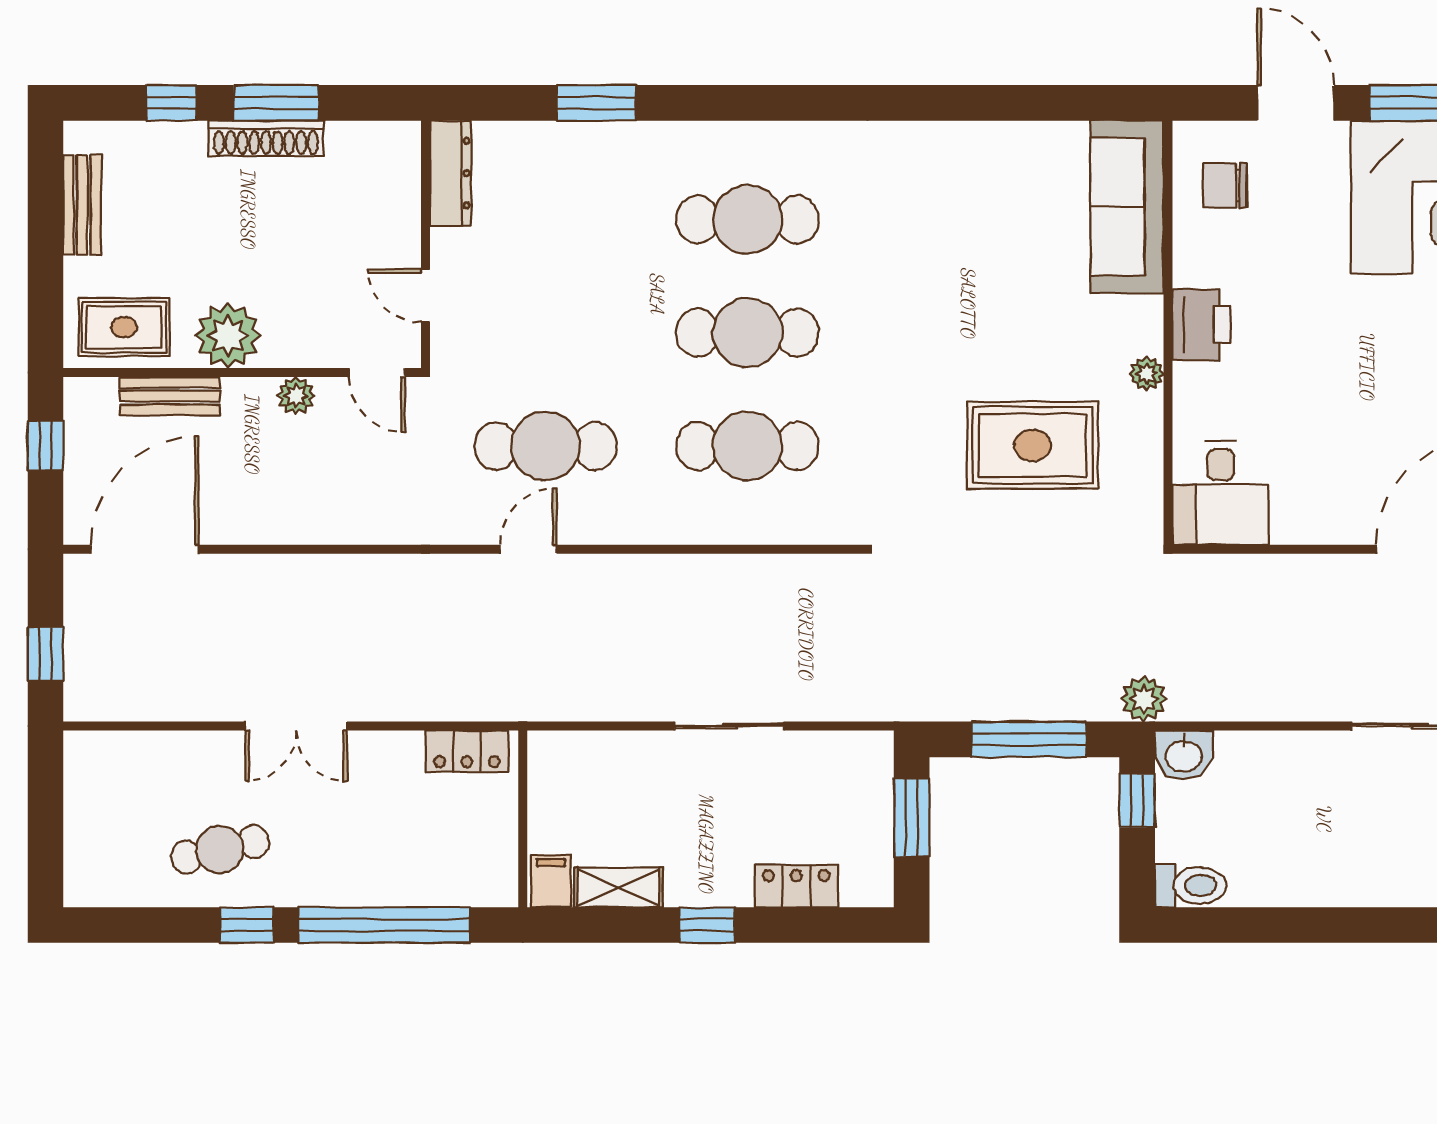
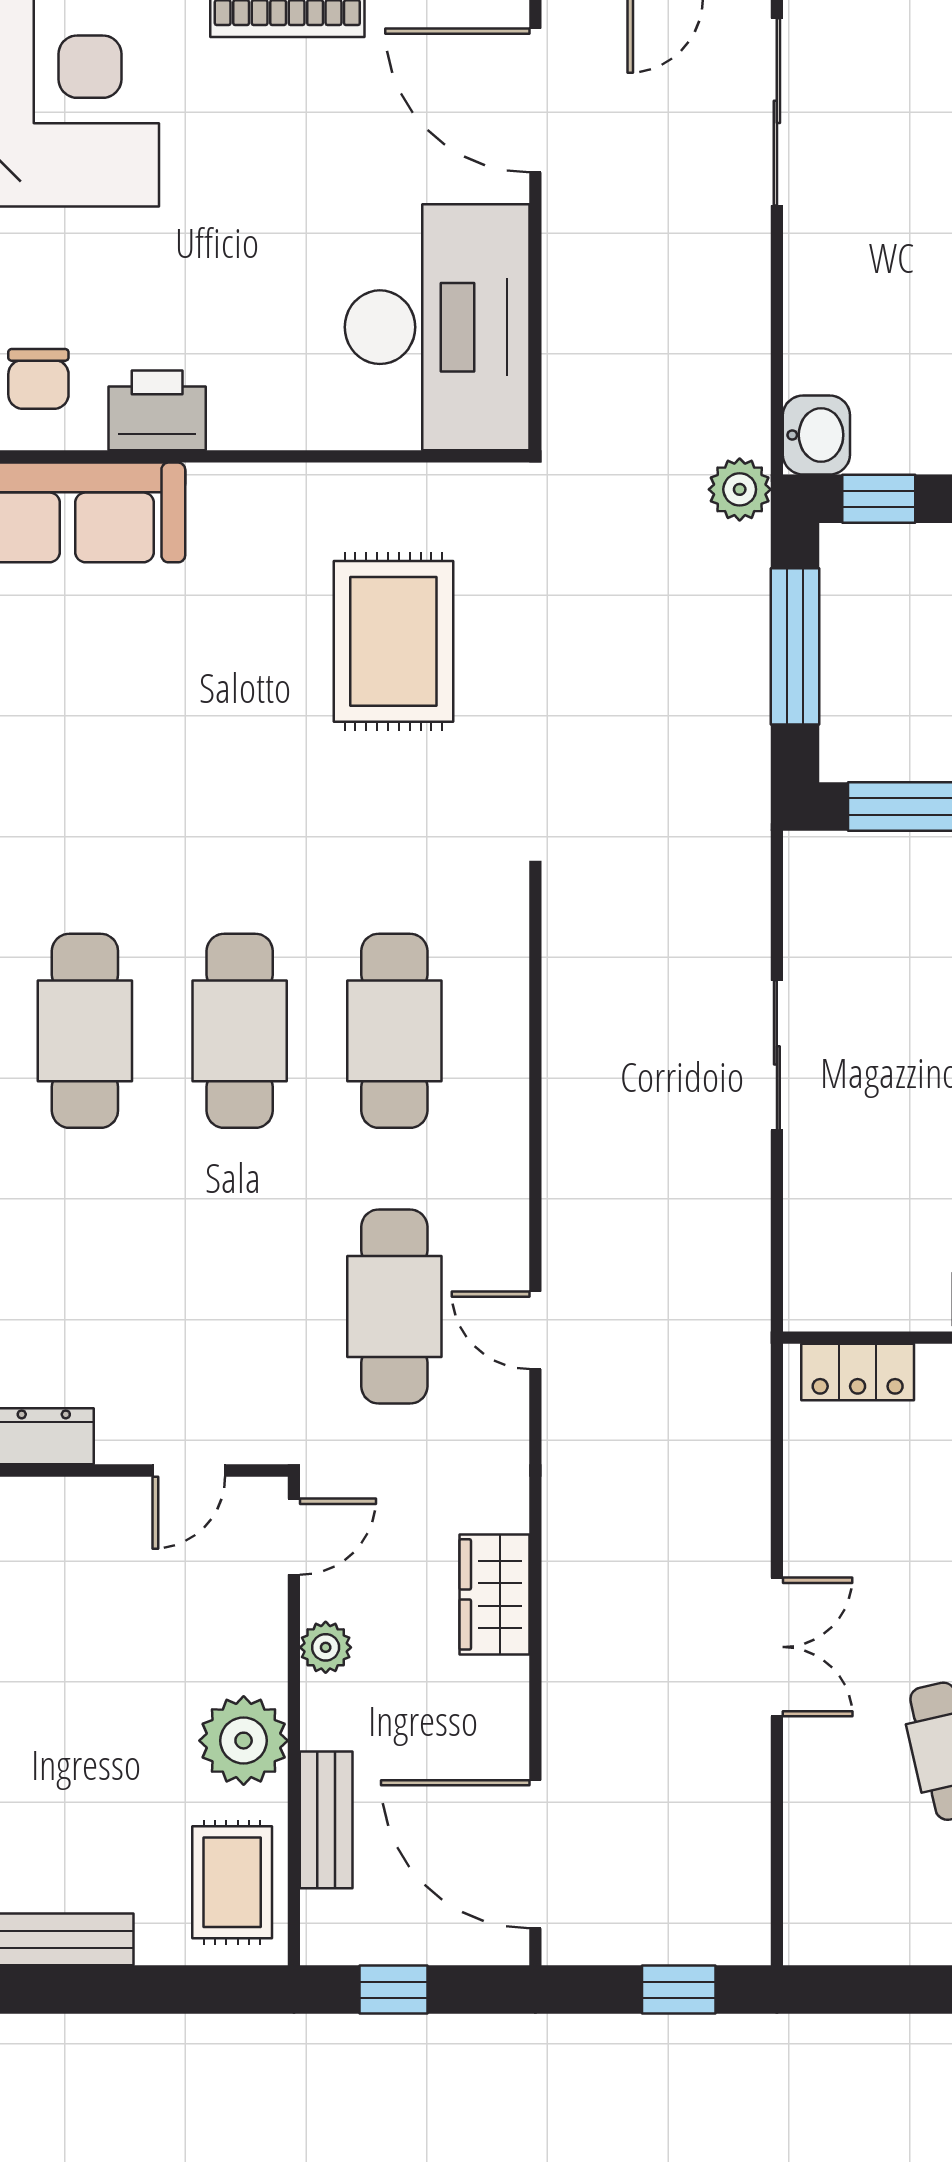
printer: (1202, 325) -> (157, 410), moved
plant: (1147, 374) -> (295, 486), removed
desk: (1221, 493) -> (437, 327), width x1.87, depth x1.30
wardrobe: (335, 519) -> (495, 1594), added
locker: (467, 751) -> (858, 1372), moved, turned 90

